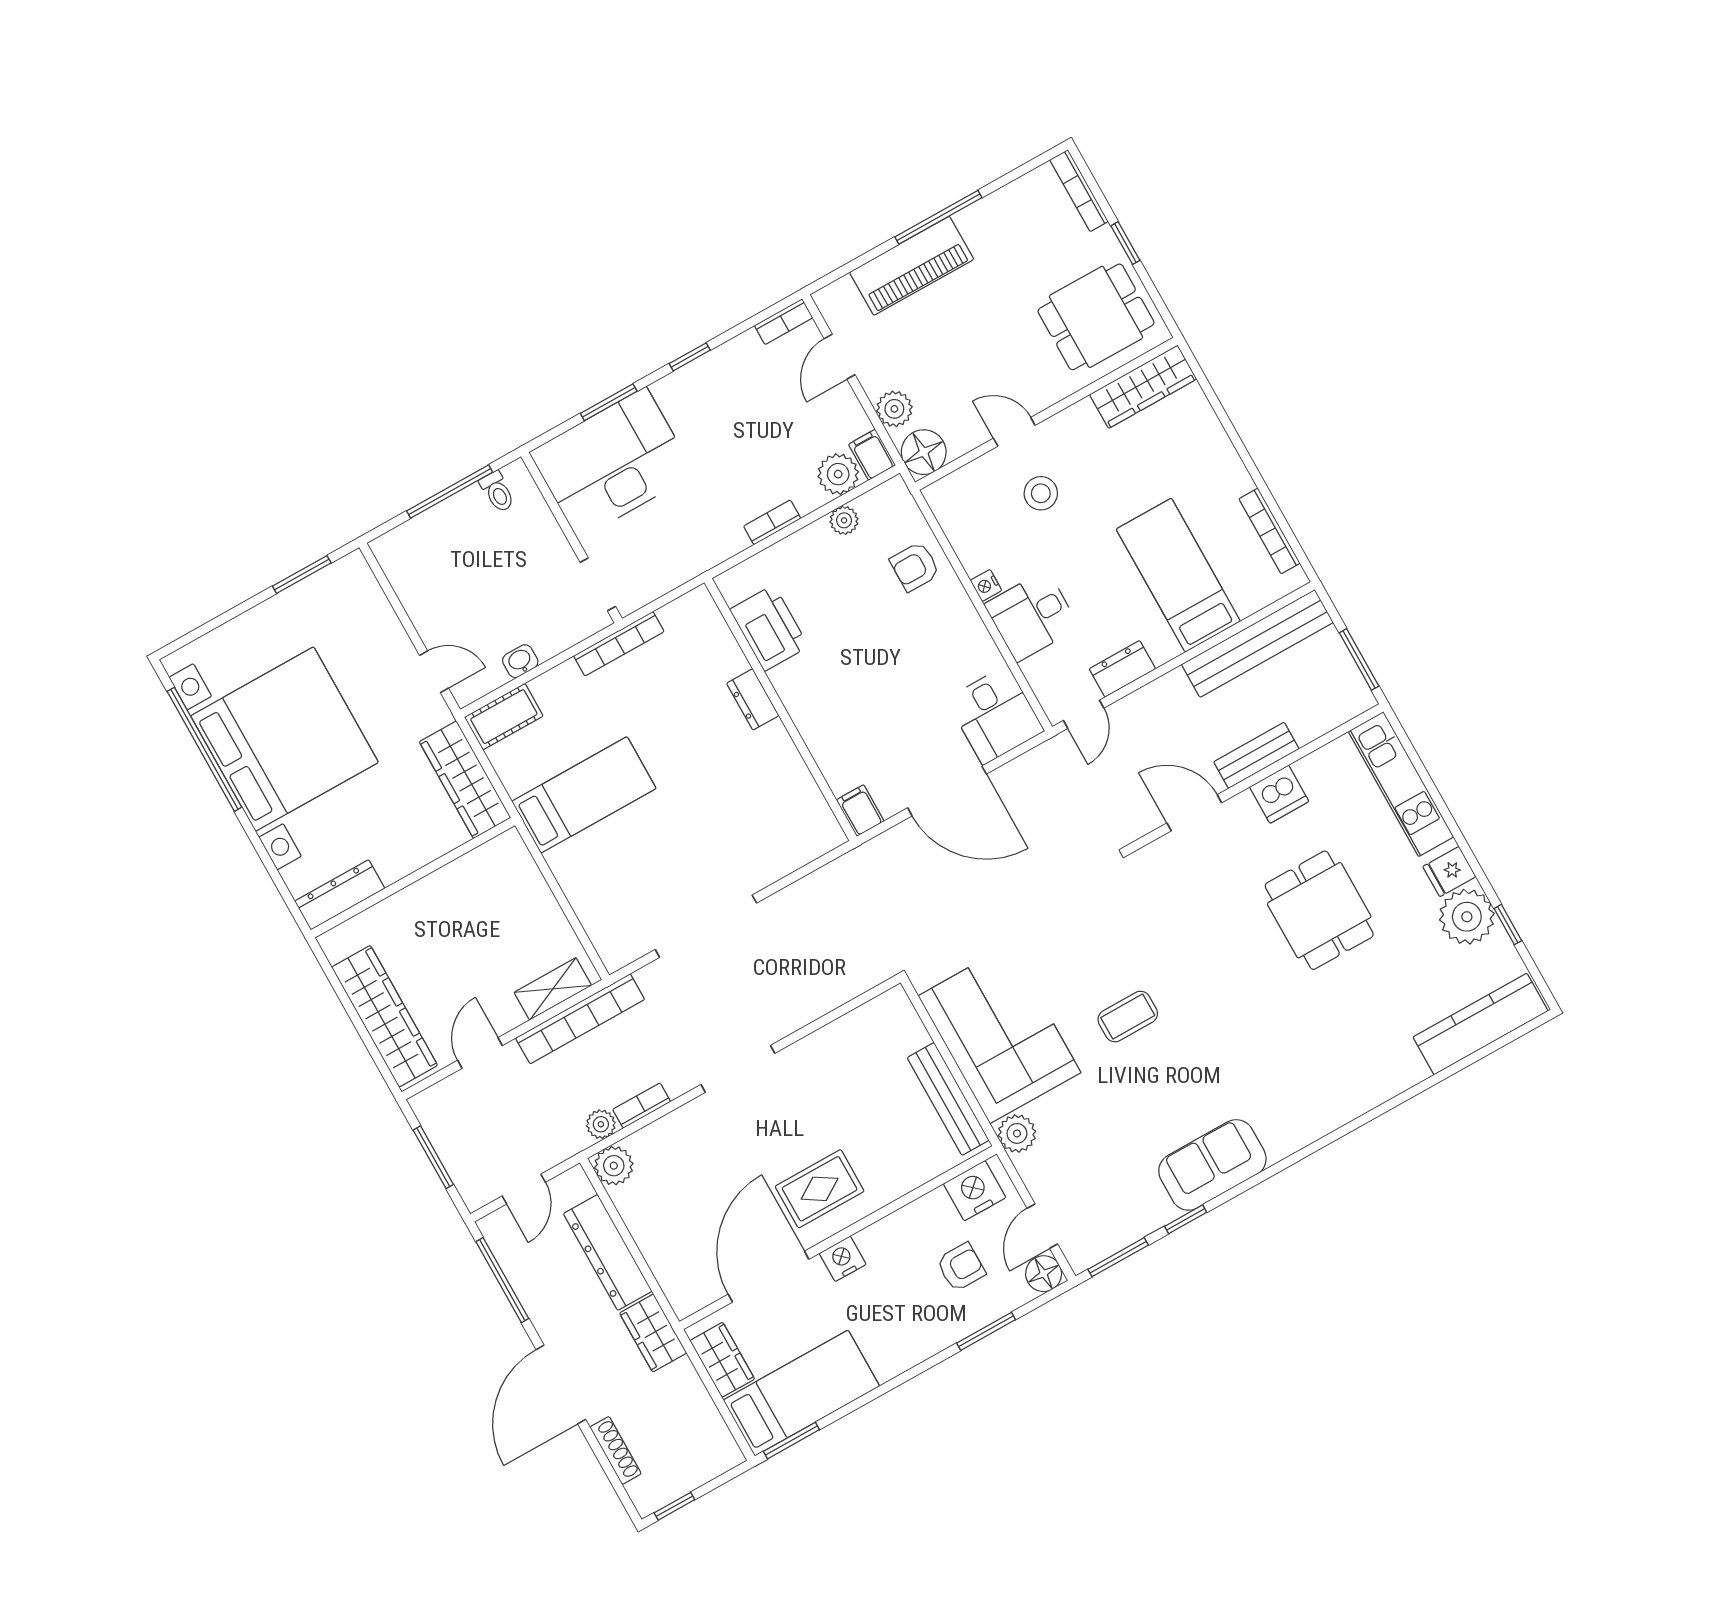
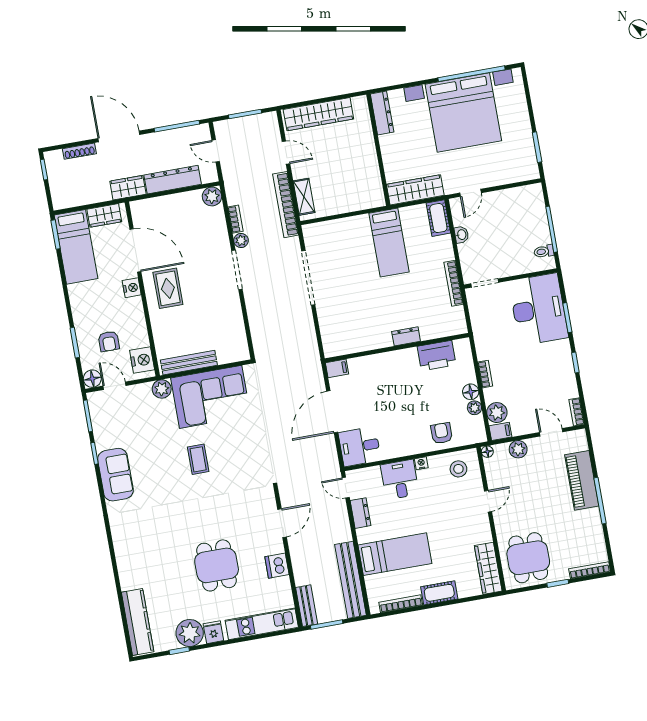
floor lamp: (924, 452) -> (487, 452), width x0.53, depth x0.53
cot: (1223, 464) -> (439, 593), added
stool: (1041, 493) -> (458, 469), moved
floor lamp: (816, 538) -> (471, 392), added
bench: (1256, 755) -> (307, 606), moved
dining table: (1319, 910) -> (217, 565), turned 90
plant: (601, 1124) -> (241, 240), moved

